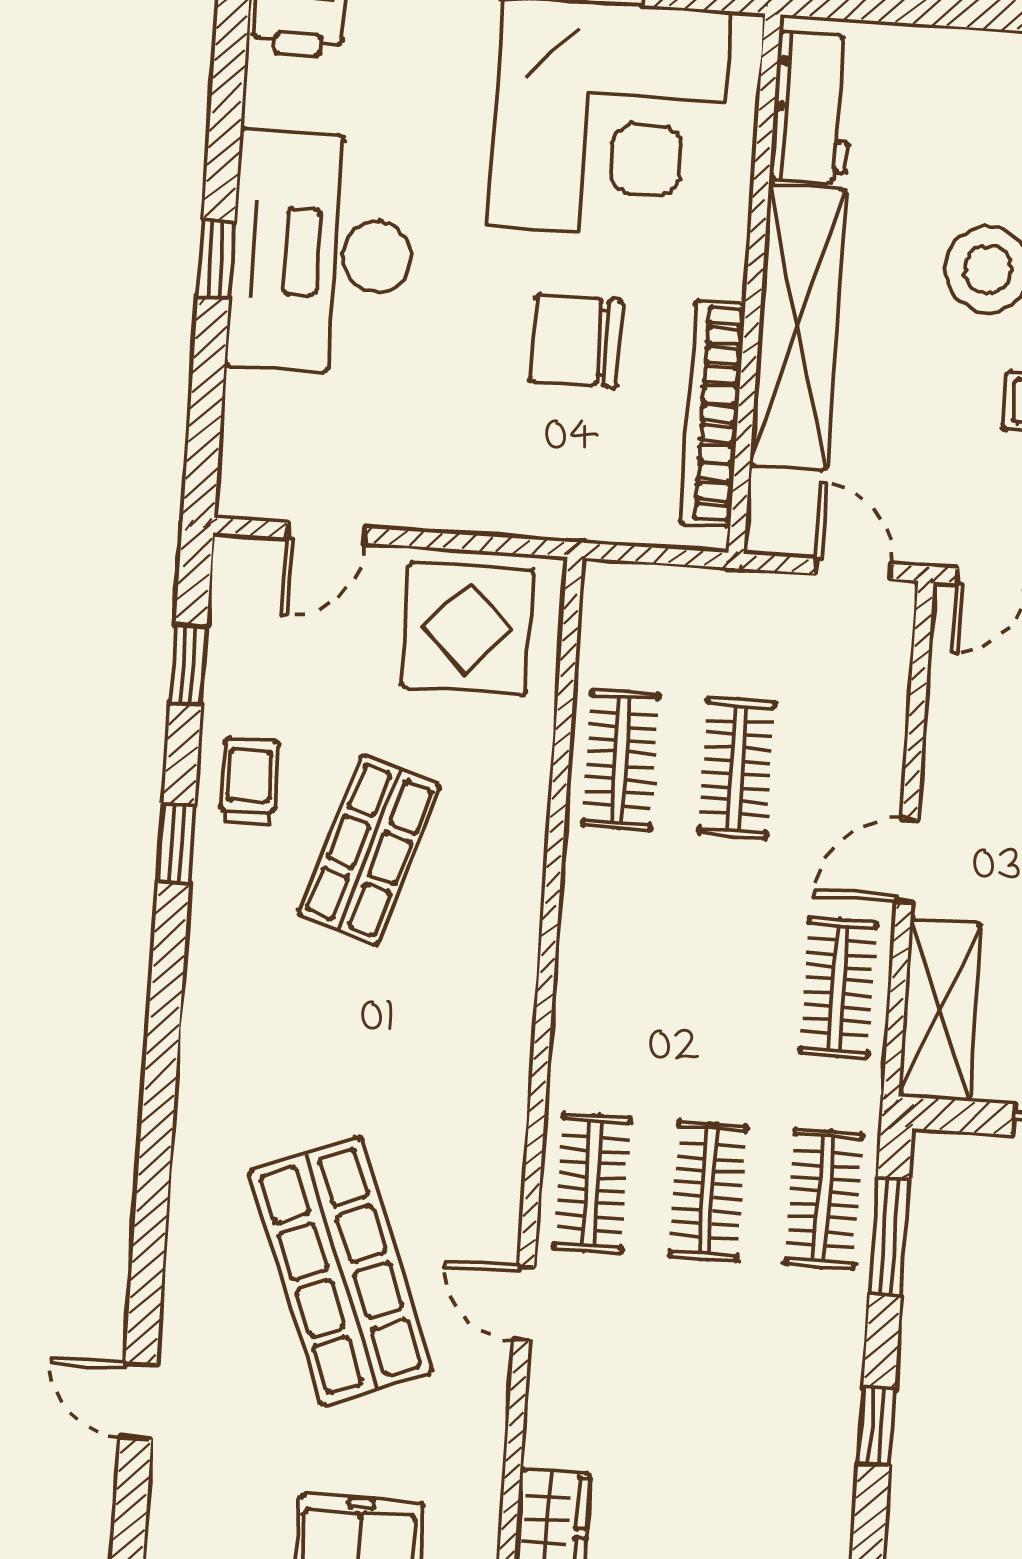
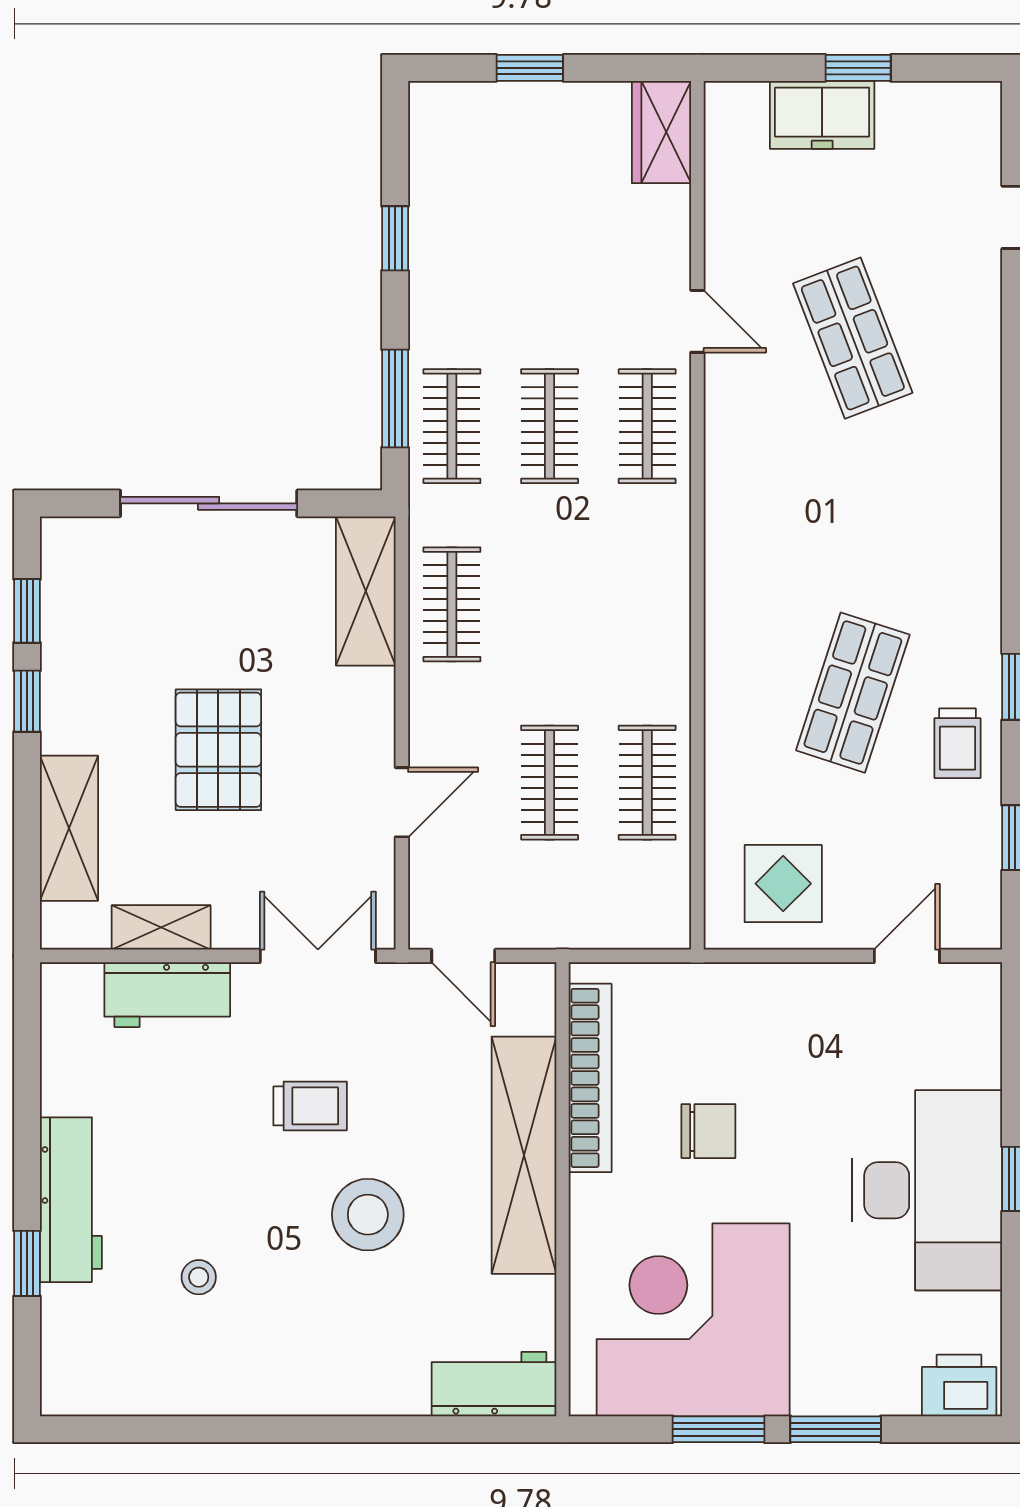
workbench: (812, 107) -> (494, 1384), moved, turned 90
chair: (576, 341) -> (708, 1131), width x0.73, depth x0.73
display table: (468, 629) -> (783, 884), width x0.73, depth x0.73
door: (907, 861) -> (402, 802), moved
shop shelf: (341, 1271) -> (853, 338), width x0.70, depth x0.74

